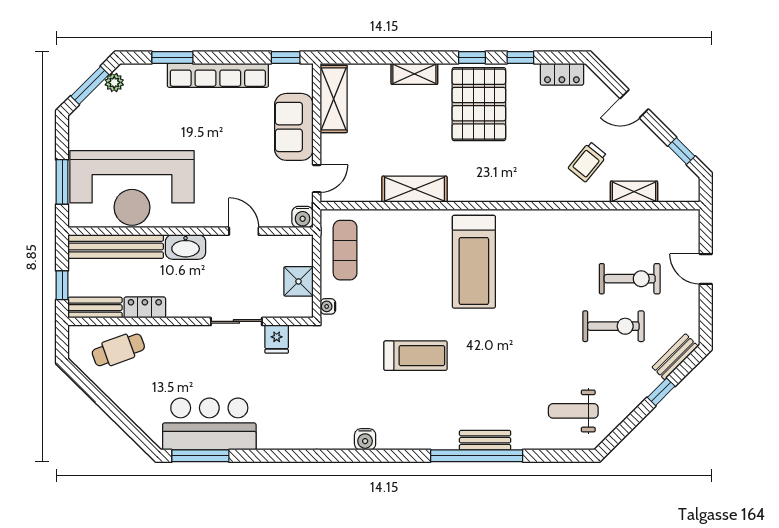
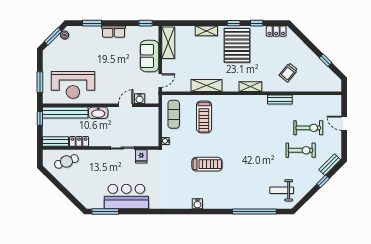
row of seats: (218, 75) -> (114, 32), width x0.50
door: (634, 104) -> (310, 45), removed
window: (681, 151) -> (326, 60), moved
reception desk: (132, 188) -> (73, 85), width x0.74, depth x0.77
shelving: (634, 192) -> (250, 87), moved
water cooler: (303, 217) -> (140, 99), moved
door: (244, 231) -> (126, 105), hinge flipped
treadmill: (474, 262) -> (204, 117), moved, width x0.73, depth x0.73
shower: (299, 281) -> (152, 129), removed
window: (62, 285) -> (40, 118), moved
bar counter: (209, 424) -> (126, 196), moved
water cooler: (365, 439) -> (197, 204), moved
bench: (485, 440) -> (280, 100), moved
window: (477, 456) -> (254, 212), moved

